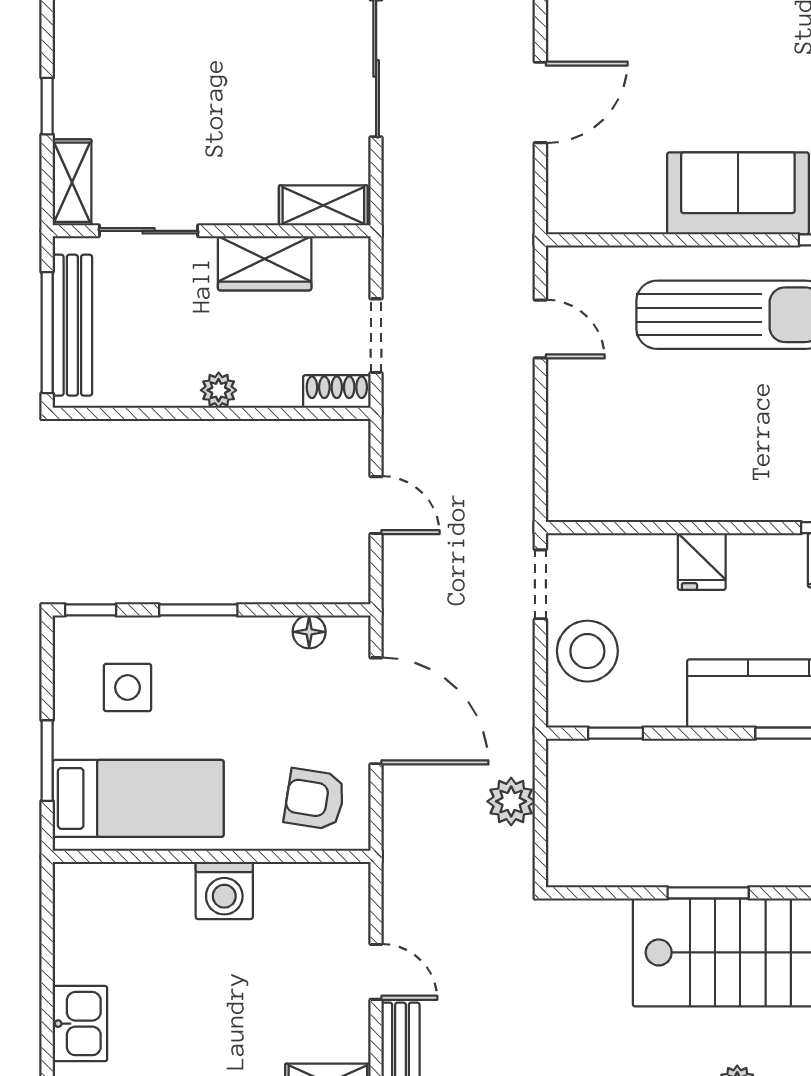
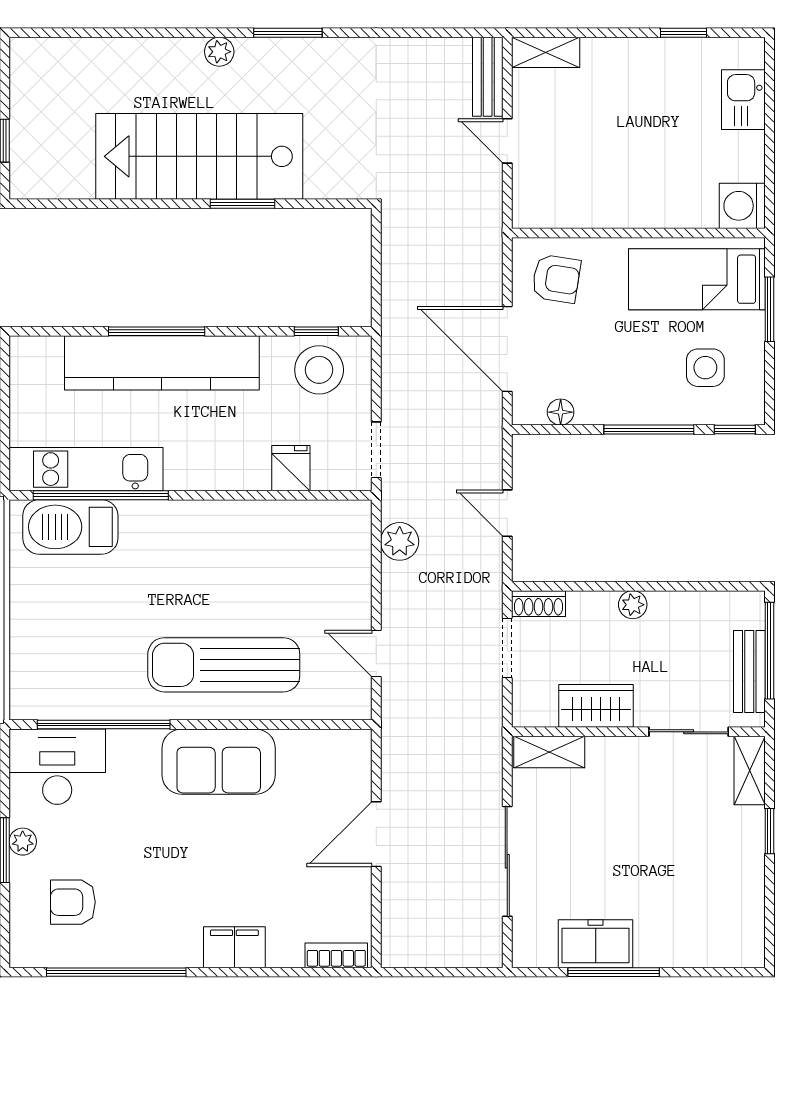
bench: (72, 325) -> (749, 672), width x0.73
fridge: (702, 561) -> (291, 468), moved
window: (198, 610) -> (649, 430), width x1.44
stool: (587, 651) -> (319, 370), moved
plant: (511, 801) -> (400, 541), moved
washing machine: (224, 890) -> (742, 206), moved, turned -90

